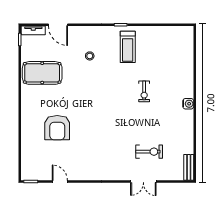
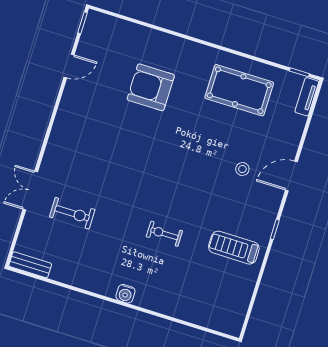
door: (58, 25) -> (291, 176), moved
treadmill: (128, 47) -> (234, 248), moved
pool table: (42, 73) -> (239, 90), turned 90
exercise bike: (149, 152) -> (72, 213), turned -90

